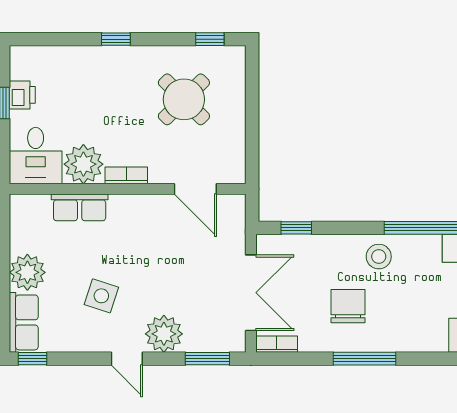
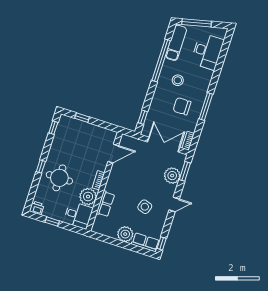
printer: (22, 95) -> (37, 208), moved
window: (252, 95) -> (82, 118), added
round table: (184, 99) -> (59, 178), moved, turned 45
stool: (379, 257) -> (178, 80), moved
plant: (164, 334) -> (172, 176), moved

